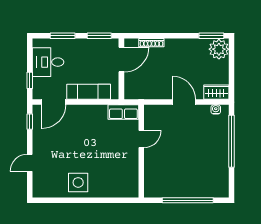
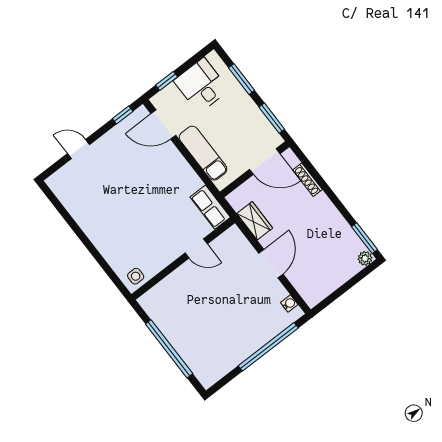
plant: (219, 49) -> (365, 258), width x0.53, depth x0.53
wardrobe: (216, 92) -> (255, 221), moved
side table: (78, 182) -> (136, 276), moved, width x0.54, depth x0.54

